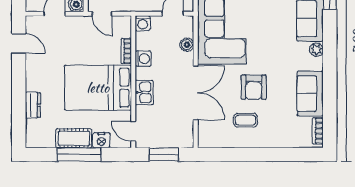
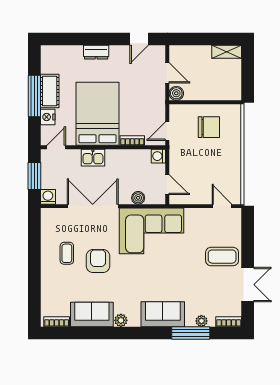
door: (102, 14) -> (167, 131), moved
plant: (316, 50) -> (121, 320), moved
washing machine: (143, 59) -> (48, 197), moved, turned 180
armchair: (254, 87) -> (98, 261), turned 90
double door: (196, 93) -> (93, 206), swing flipped
dresser: (33, 105) -> (96, 52), moved

